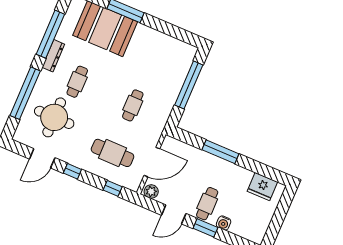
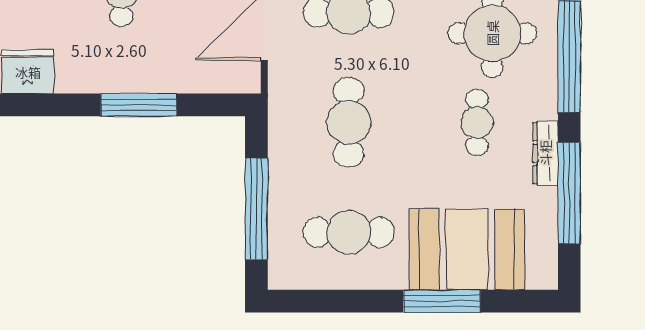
cafe table: (153, 58) -> (349, 232), added
cafe table: (133, 105) -> (349, 122), width x1.37, depth x1.35

